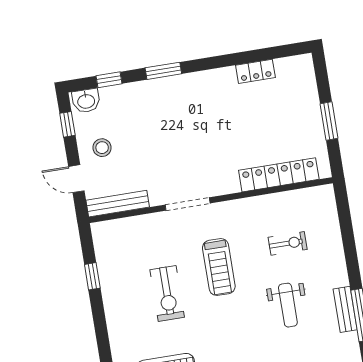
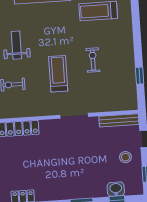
washbasin: (86, 101) -> (116, 189), moved
exercise bike: (167, 293) -> (93, 60), width x0.73, depth x0.72

